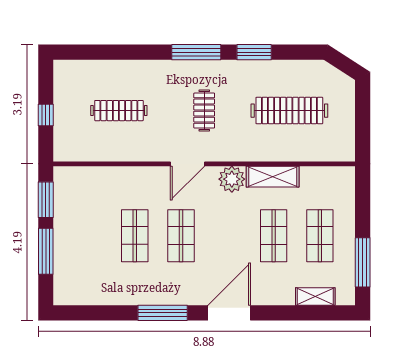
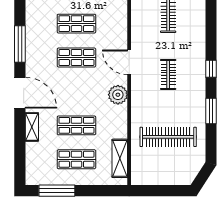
window: (196, 52) -> (211, 69), width x0.46
clothes rail: (204, 111) -> (168, 74), turned 90
clothes rail: (289, 111) -> (168, 137), turned 90
shelving: (273, 177) -> (120, 158), moved
shelving: (315, 297) -> (32, 127), moved

